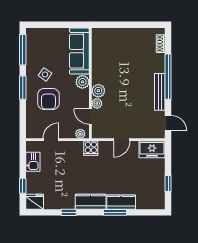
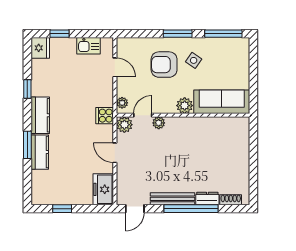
dresser: (160, 63) -> (207, 199), added
plant: (98, 91) -> (124, 125), moved

